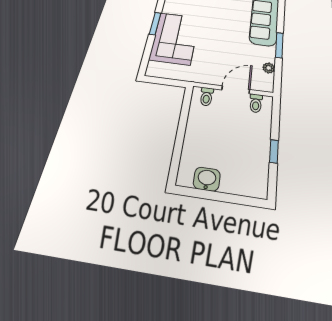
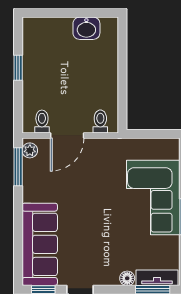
window: (279, 45) -> (18, 167), moved
plant: (269, 68) -> (30, 150), moved

